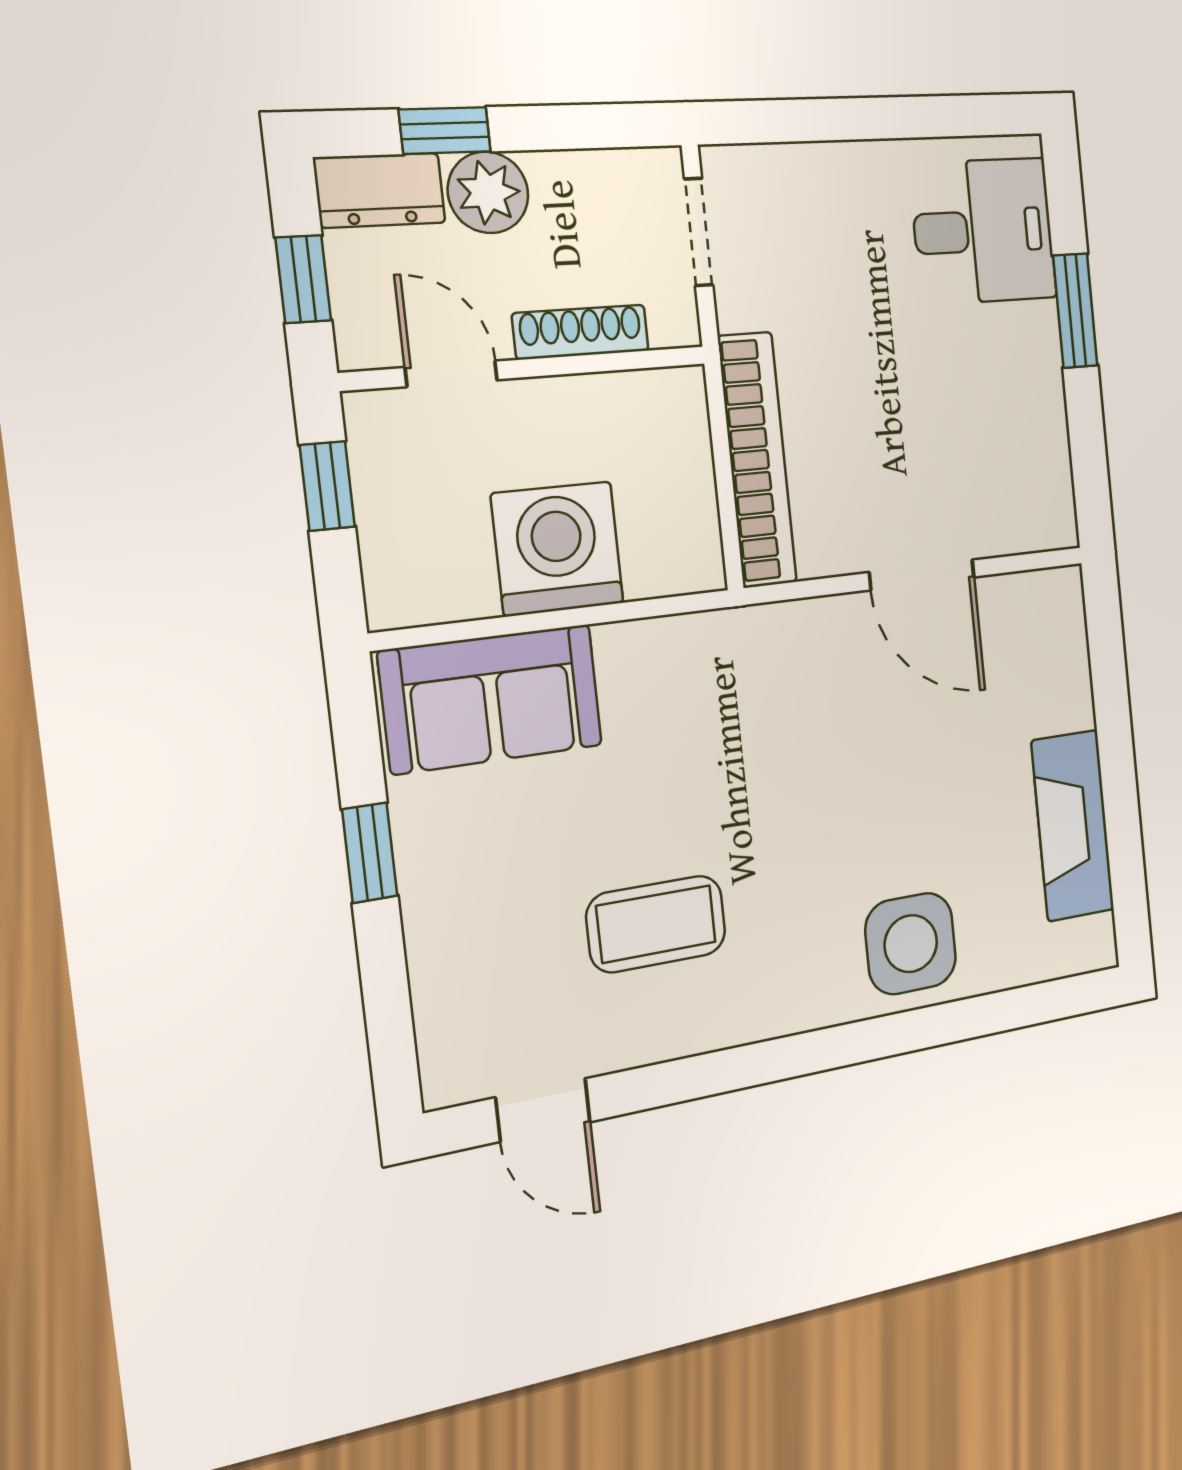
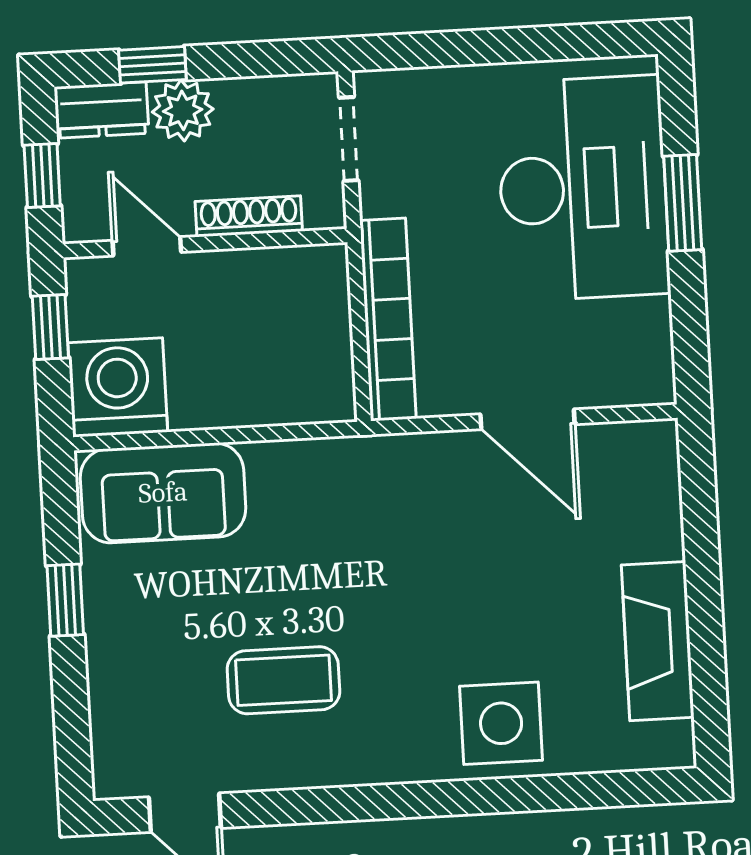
desk: (984, 231) -> (583, 188), width x1.87, depth x1.30
washing machine: (558, 549) -> (118, 387), moved

